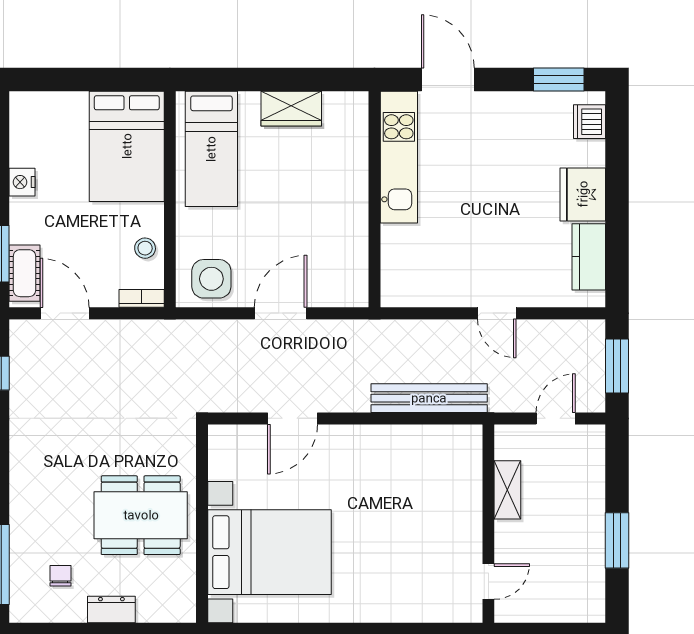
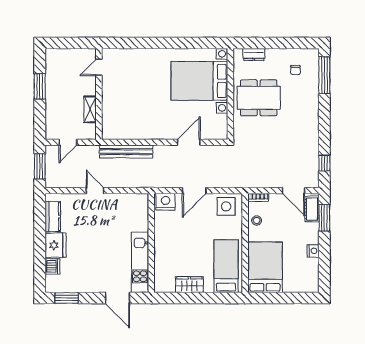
dishwasher: (589, 122) -> (52, 266), moved
nightstand: (343, 289) -> (166, 202), added
dresser: (111, 610) -> (254, 54), moved

